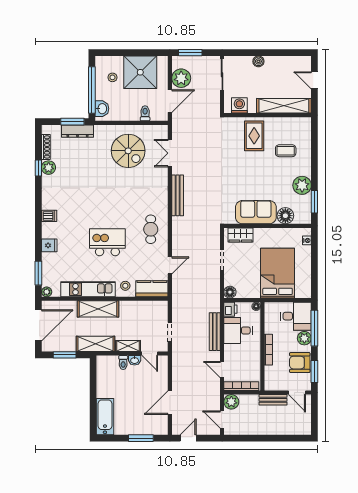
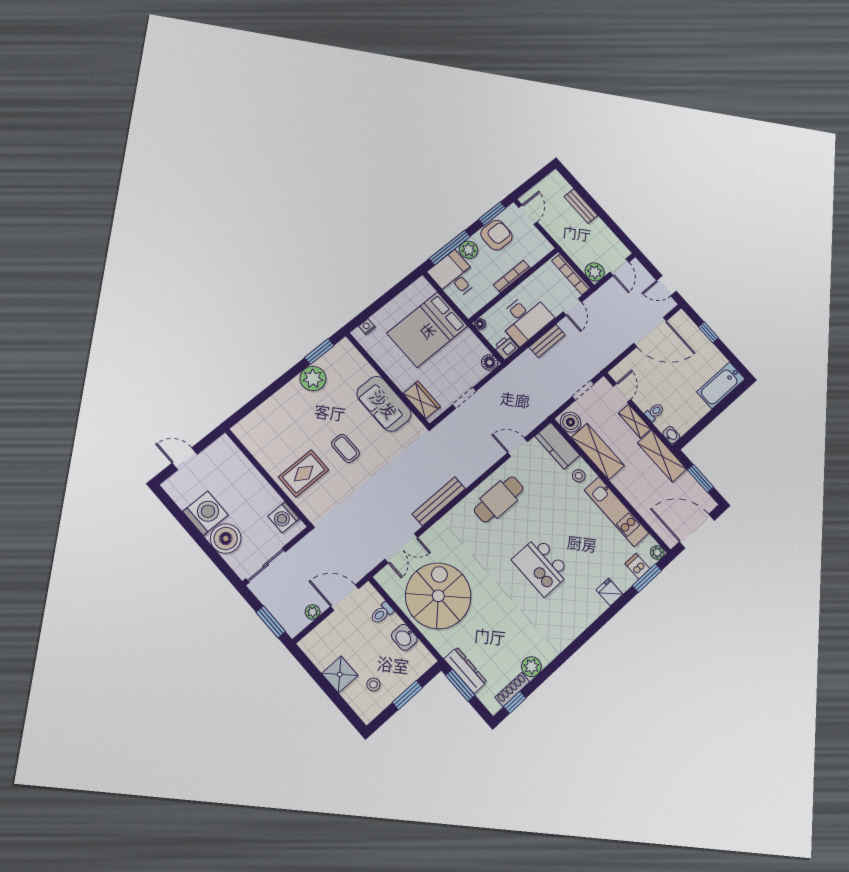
boiler: (258, 61) -> (226, 538), width x1.86, depth x1.86
washing machine: (276, 67) -> (206, 513), added
shower: (140, 72) -> (340, 674), width x0.54, depth x0.54
plant: (181, 78) -> (313, 612), width x0.53, depth x0.53
door: (314, 80) -> (185, 459), swing flipped
window: (92, 90) -> (407, 695), width x0.47
shelving: (284, 106) -> (242, 469), removed
washbasin: (102, 109) -> (404, 637), moved, turned -90
spiral stairs: (128, 151) -> (438, 596), width x1.37, depth x1.37
coffee table: (286, 151) -> (345, 448), moved
window: (38, 168) -> (515, 702), moved
dishwasher: (49, 216) -> (638, 566), moved
floor lamp: (285, 216) -> (361, 370), removed
cafe table: (151, 229) -> (499, 499), width x1.37, depth x1.35
kitchen island: (107, 242) -> (541, 566), moved
boiler: (158, 308) -> (570, 422), added
shelving: (98, 309) -> (598, 451), moved
desk: (238, 330) -> (525, 318), width x1.37
bench: (215, 332) -> (547, 341), width x0.73
washbasin: (135, 360) -> (671, 435), moved
armchair: (300, 363) -> (497, 235), turned -89
bench: (273, 400) -> (581, 206), moved
door: (170, 403) -> (650, 332), width x1.36
window: (141, 438) -> (708, 332), width x0.67

